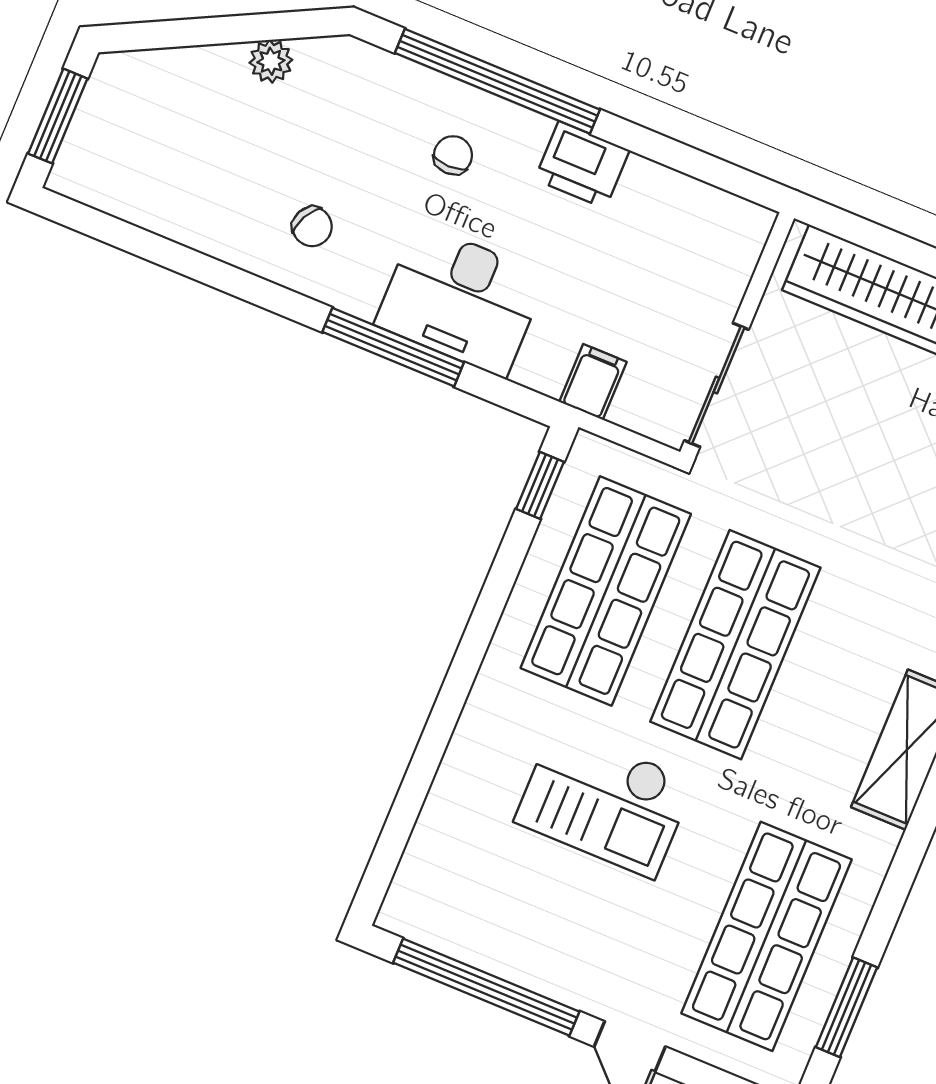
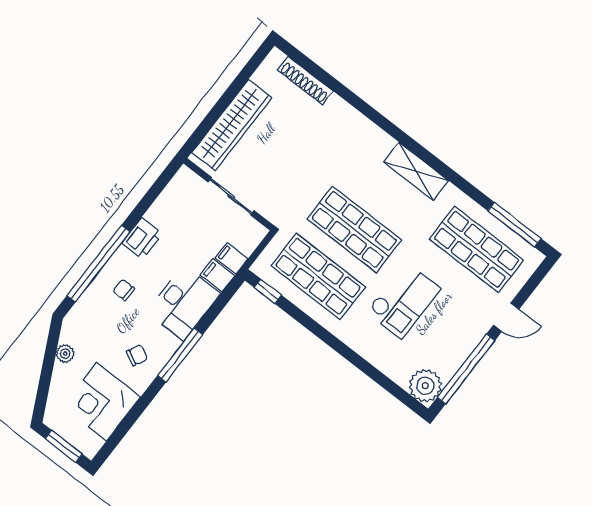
corner desk: (184, 174) -> (102, 402), added
window: (393, 347) -> (180, 355), moved
filing cabinet: (545, 360) -> (217, 275), added
sliding door: (716, 385) -> (231, 196), moved
plant: (423, 905) -> (425, 386), added
window: (847, 1007) -> (514, 225), width x1.44

